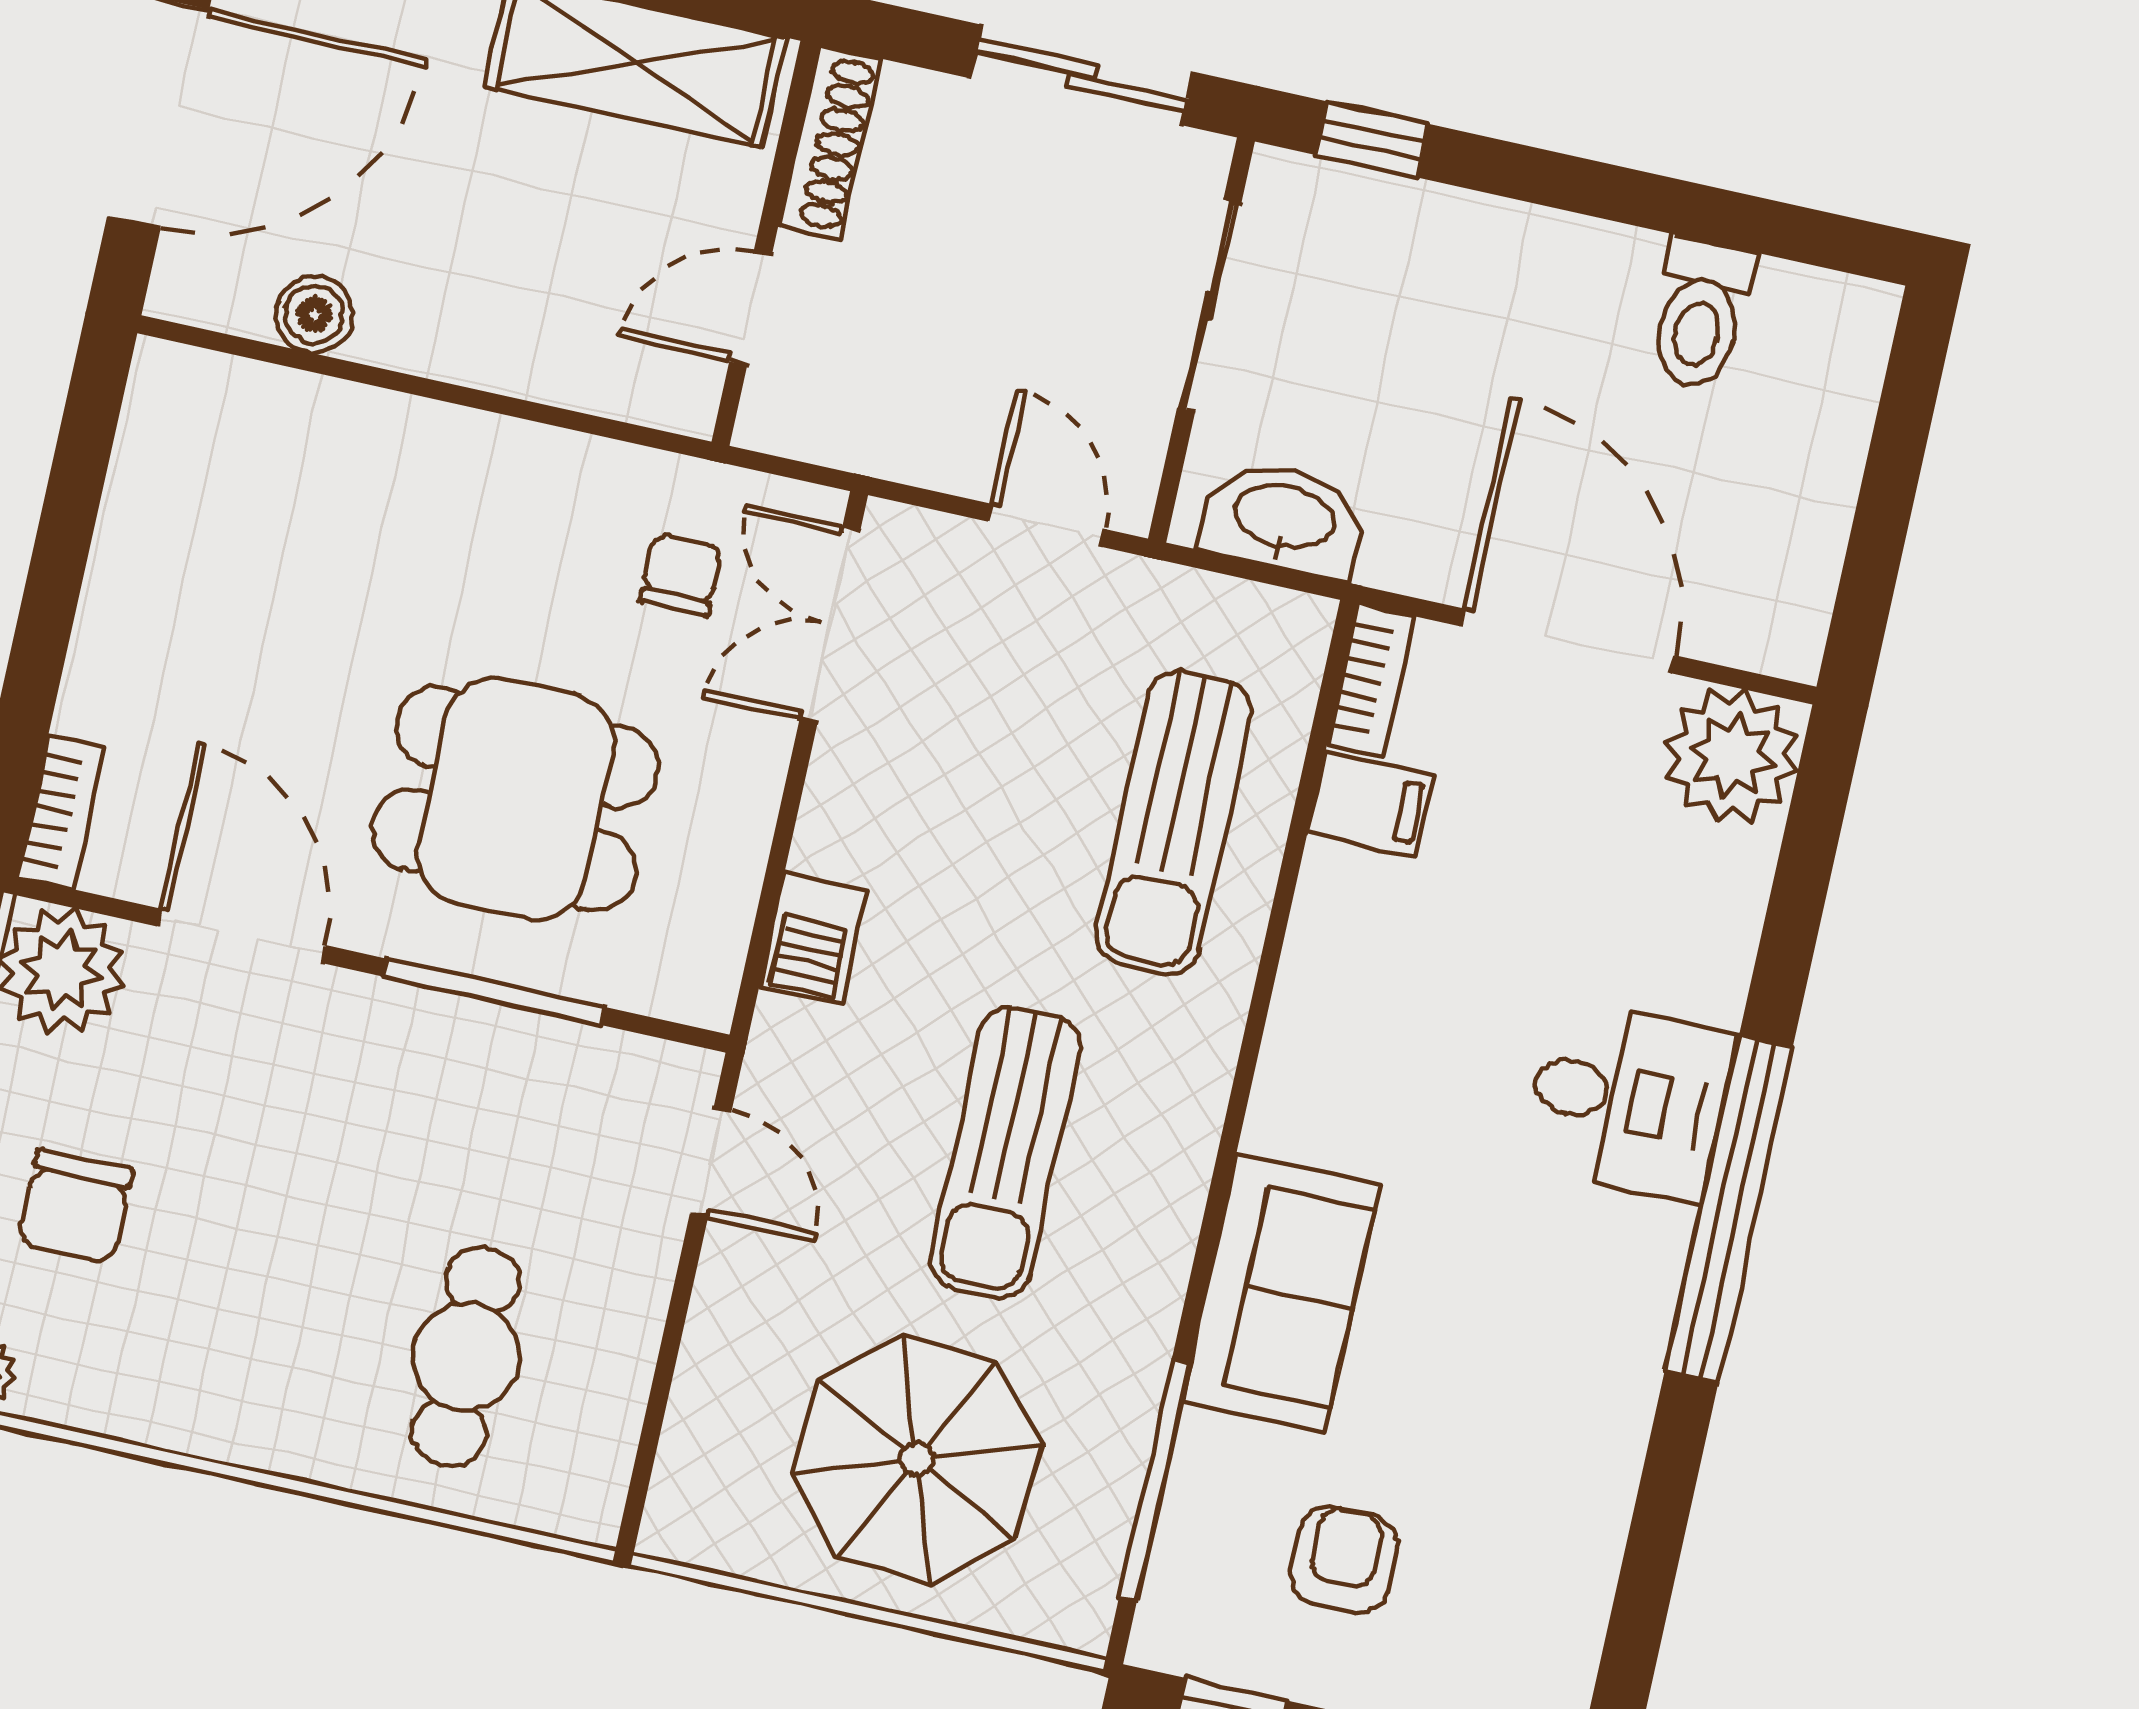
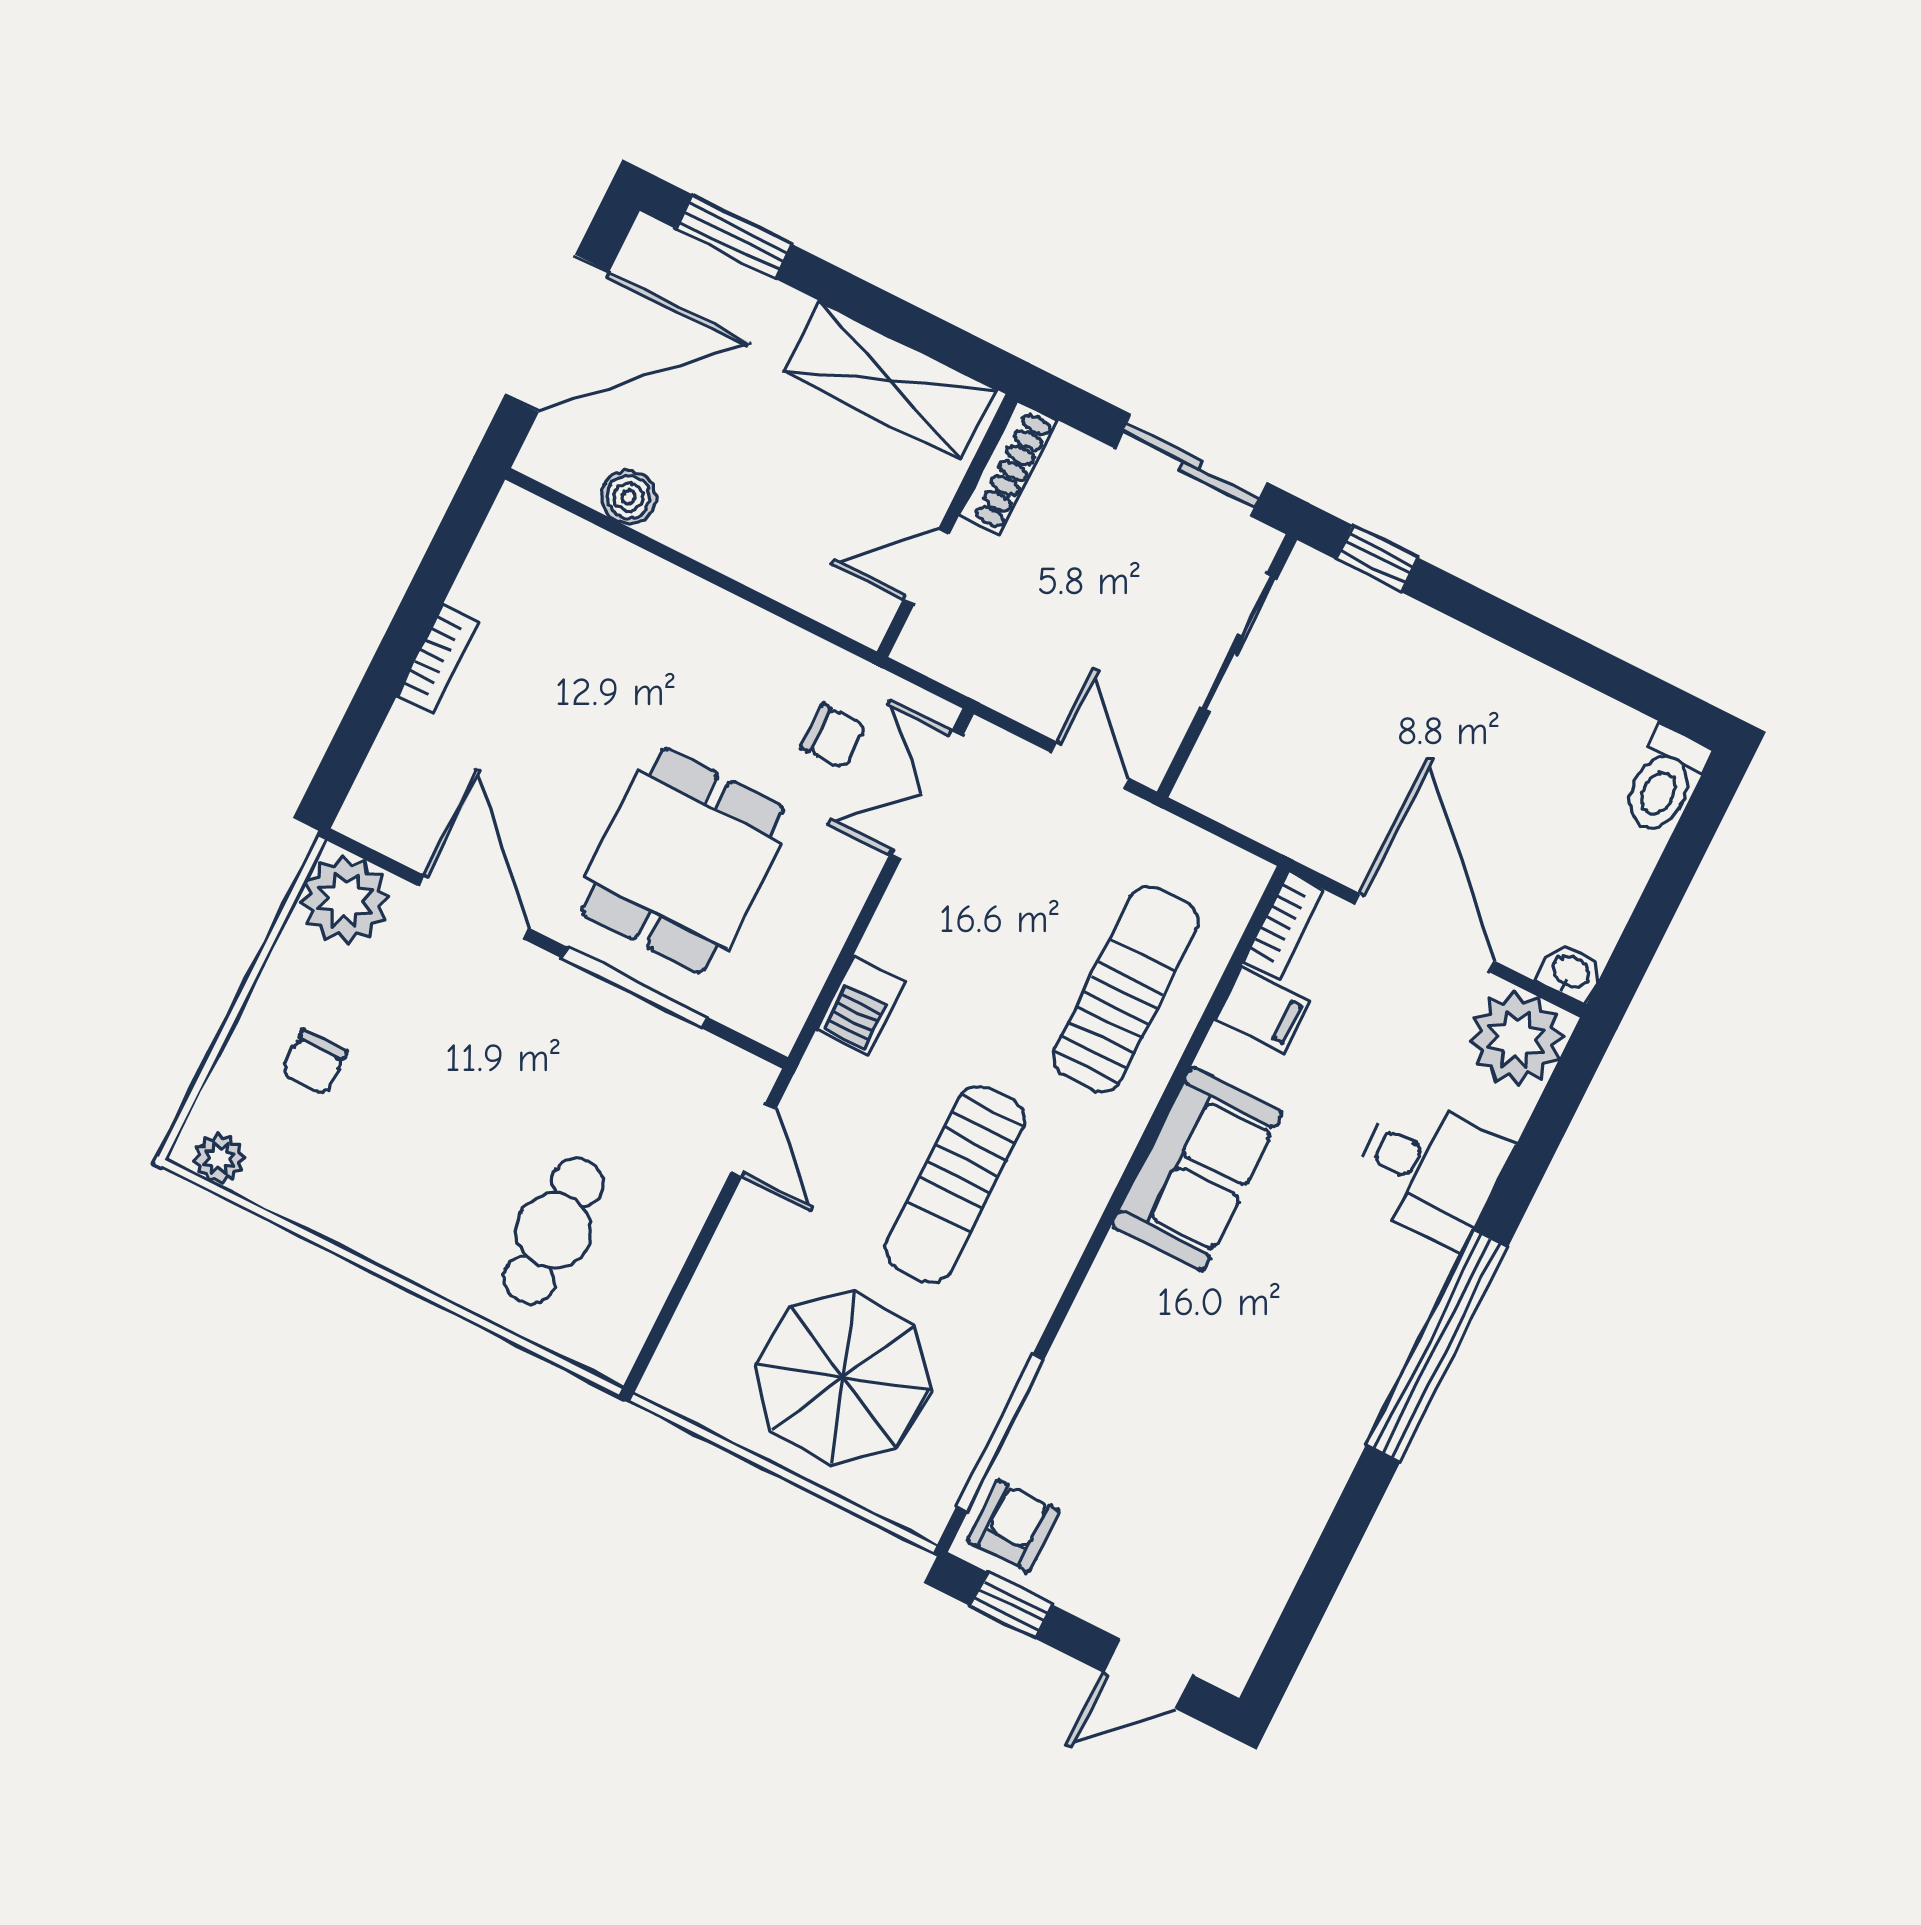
toilet: (1701, 314) -> (1664, 780), moved
washbasin: (1284, 519) -> (1570, 973), moved, width x0.52, depth x0.69
chair: (681, 575) -> (833, 736), turned 90
dining table: (515, 799) -> (683, 860), turned 90
bookcase: (61, 812) -> (438, 659), moved
sun lounger: (1174, 822) -> (1126, 989), turned 180
desk: (1628, 1100) -> (1430, 1170), moved
chair: (75, 1207) -> (314, 1063), width x0.73, depth x0.73
sofa: (1281, 1293) -> (1197, 1169), moved
armchair: (1344, 1560) -> (1013, 1526), moved

